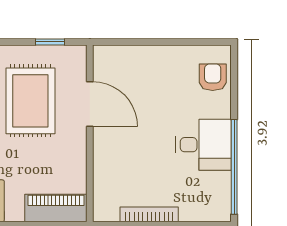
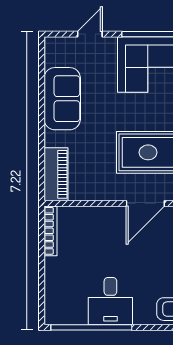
bookcase: (149, 214) -> (51, 231), moved

